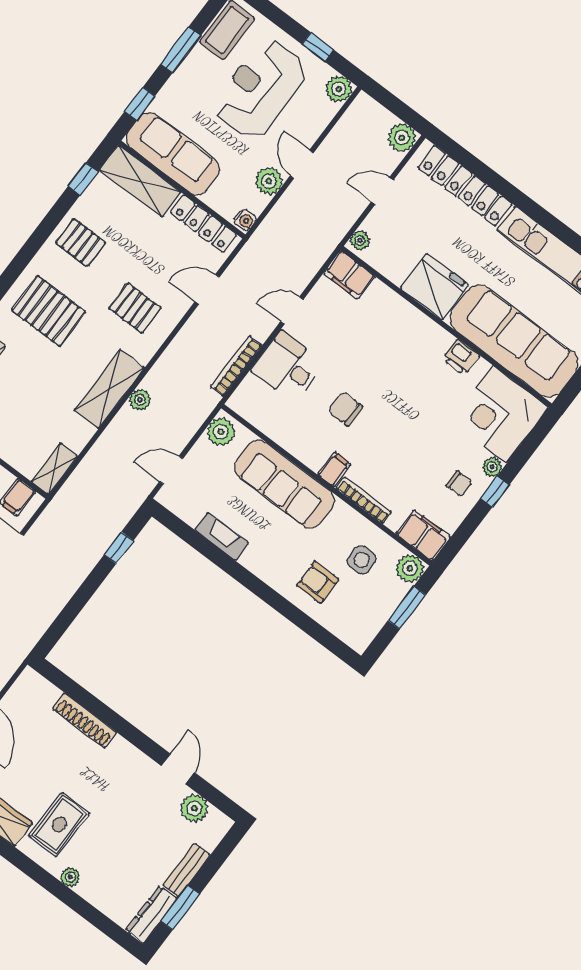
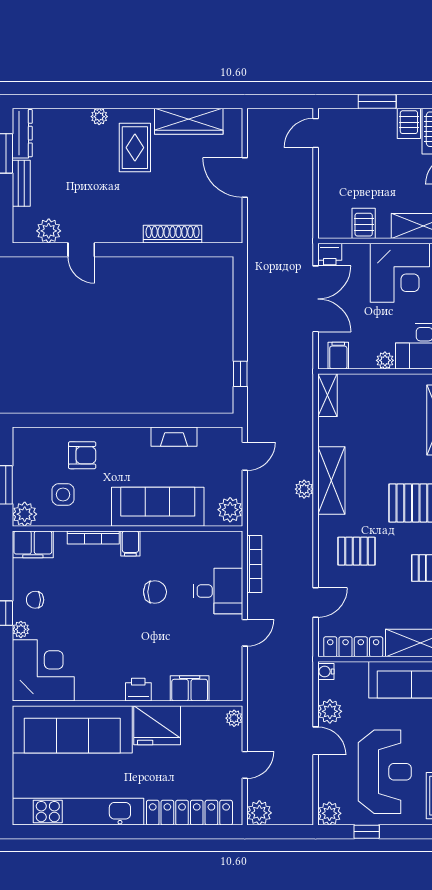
filing cabinet: (349, 275) -> (190, 688), moved
printer: (461, 357) -> (138, 690), moved

